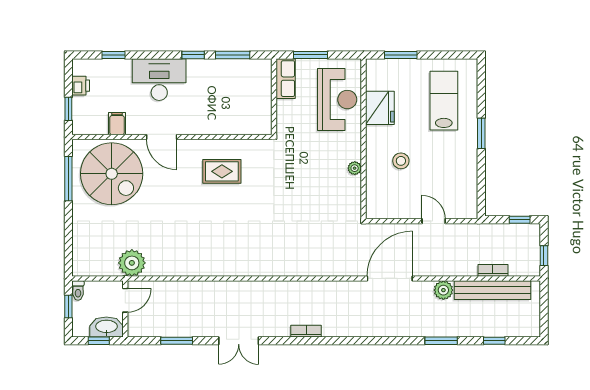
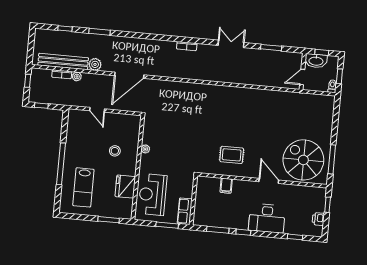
filing cabinet: (117, 124) -> (226, 186), moved
window: (481, 133) -> (61, 164), width x2.11
plant: (132, 263) -> (77, 76), moved, width x0.53, depth x0.53

